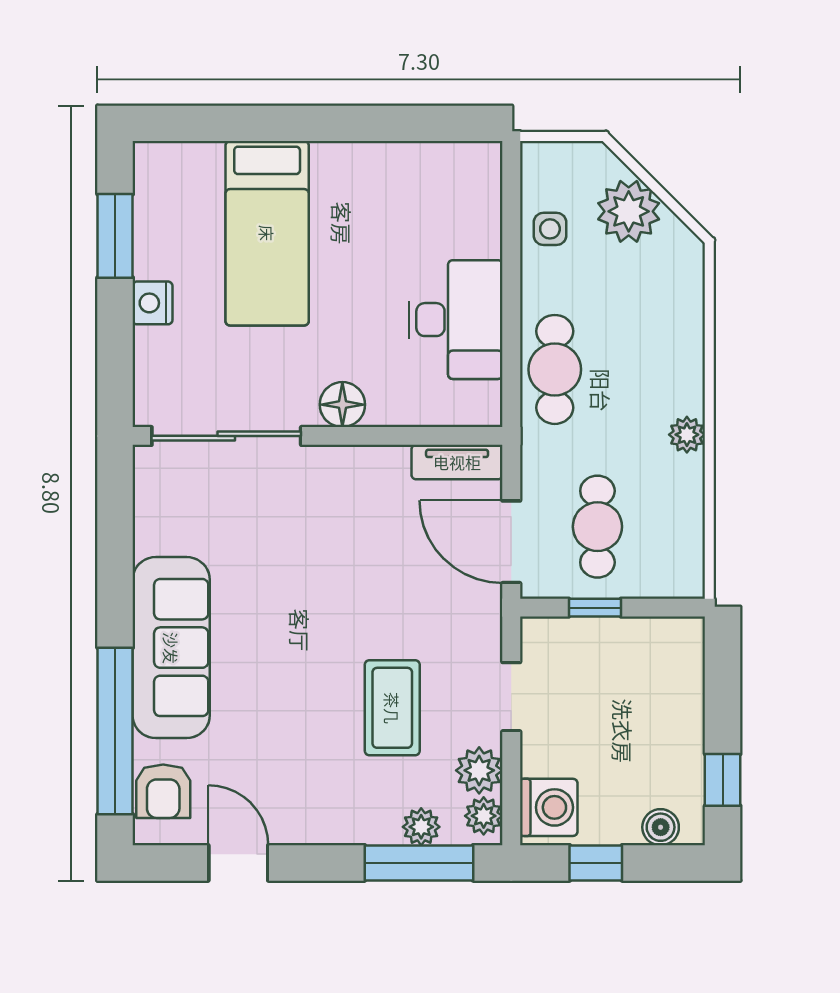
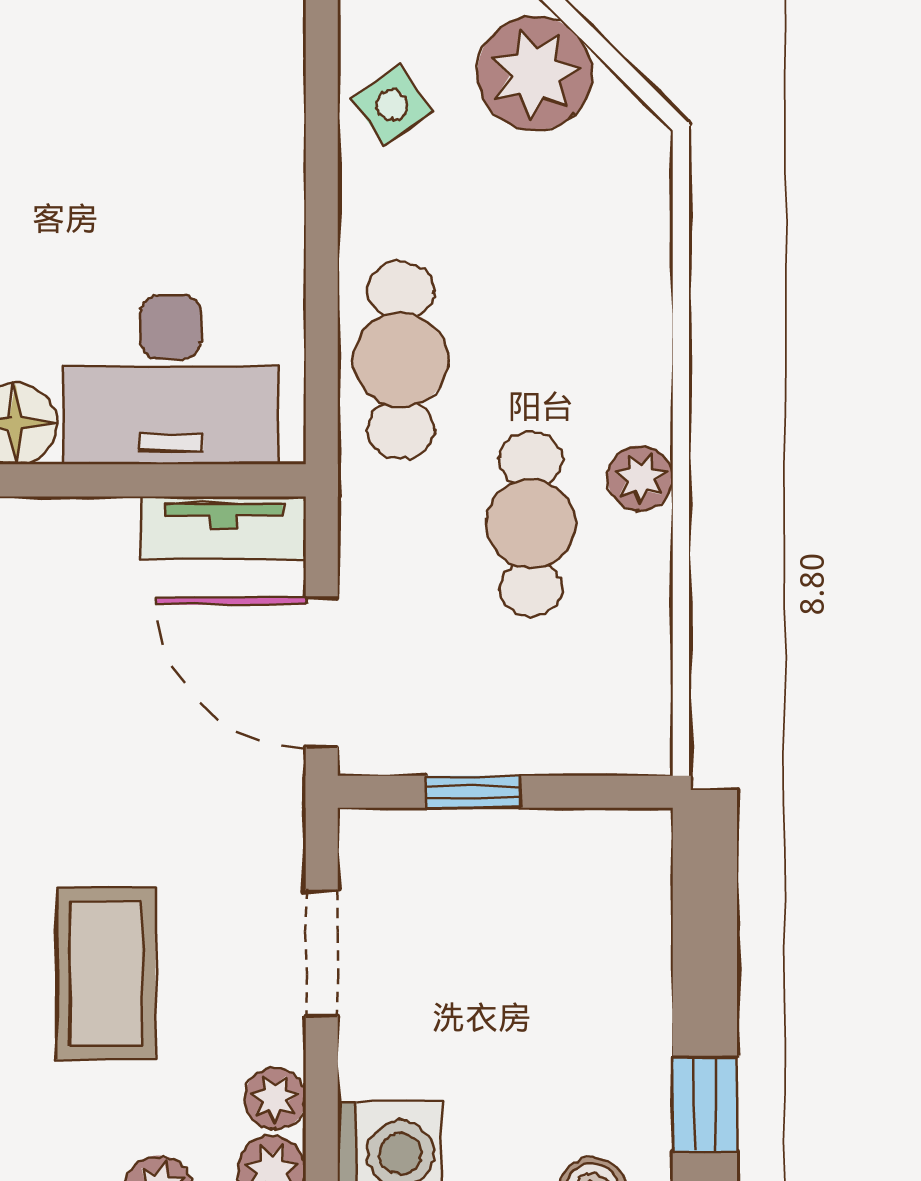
side table: (550, 229) -> (392, 105), turned -35
desk: (456, 320) -> (171, 380), moved, turned 90
cafe table: (597, 527) -> (531, 524), moved
plant: (479, 770) -> (275, 1098), width x0.73, depth x0.73

